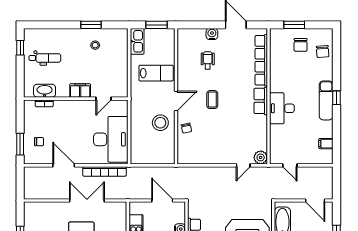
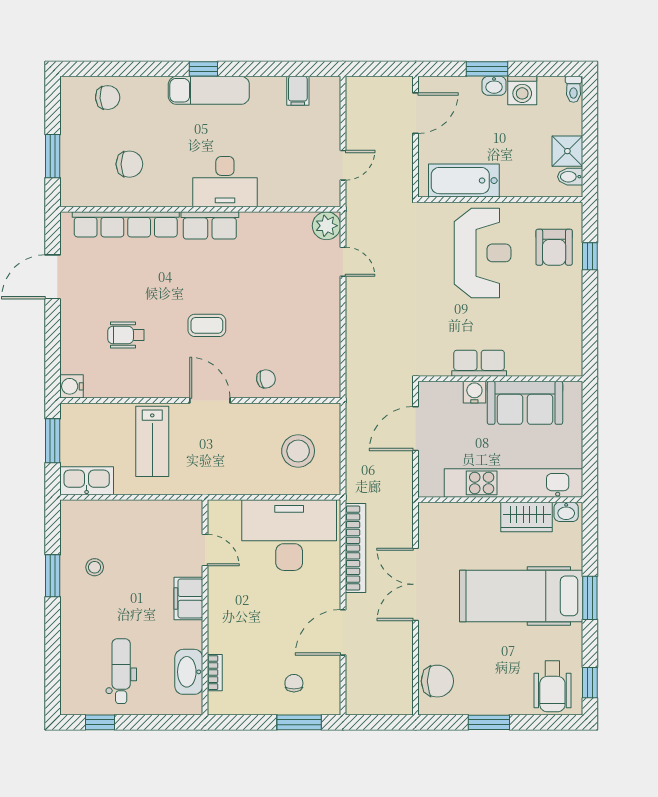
water cooler: (212, 34) -> (72, 386), moved
chair: (301, 45) -> (129, 164), moved
lab bench: (156, 73) -> (152, 441), turned 180
stool: (160, 123) -> (298, 451), moved
chair: (40, 211) -> (437, 681), added

